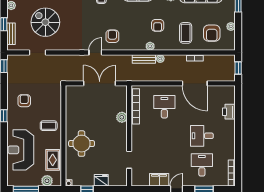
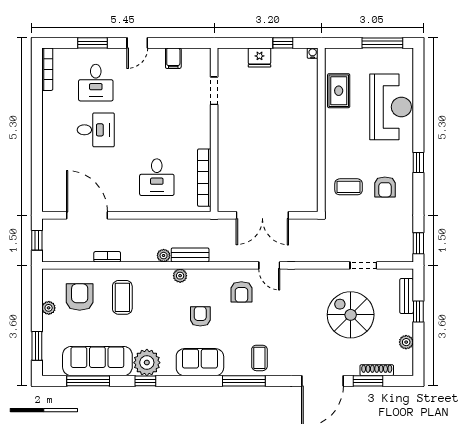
spiral stairs: (45, 22) -> (351, 315), turned 180
armchair: (158, 25) -> (200, 316), moved
door: (95, 53) -> (269, 265), hinge flipped
door: (195, 83) -> (87, 215), moved
printer: (229, 112) -> (52, 169), removed
plant: (122, 117) -> (226, 160), removed
coffee table: (49, 126) -> (349, 187), moved
round table: (82, 144) -> (292, 117), removed
filing cabinet: (159, 180) -> (173, 58), width x0.50
plant: (47, 181) -> (348, 57), removed

